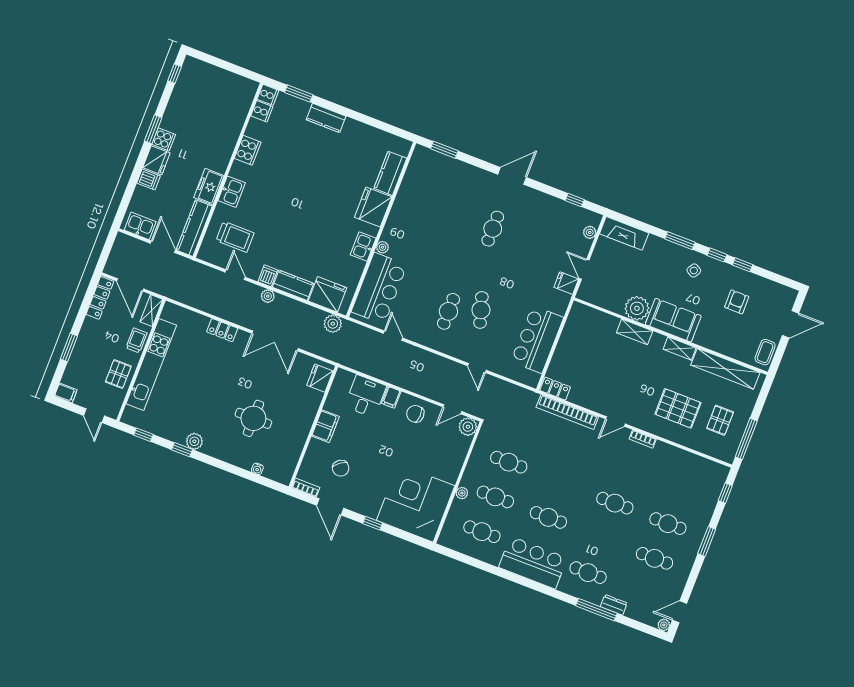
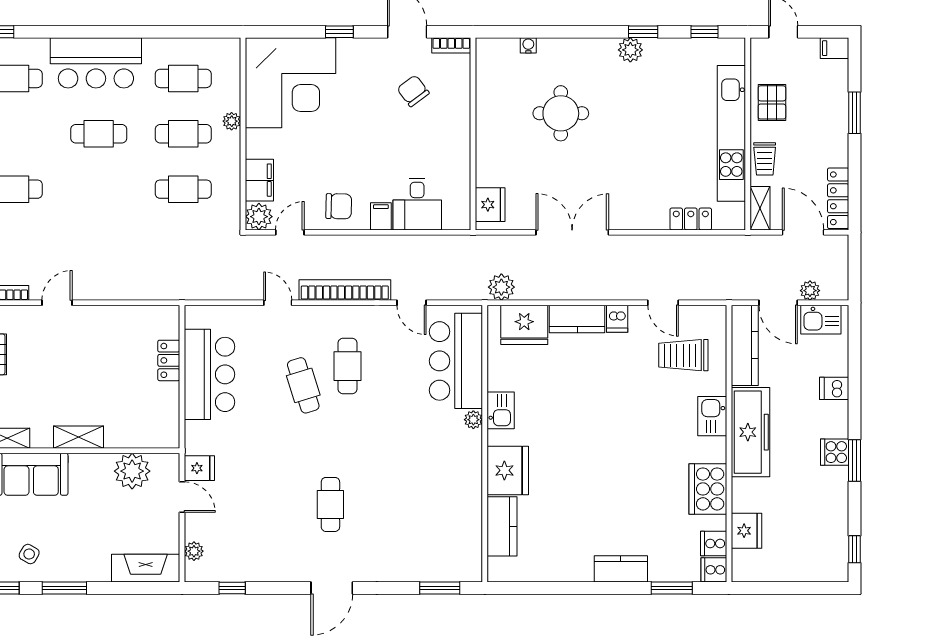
cooker: (248, 150) -> (708, 489), width x1.37, depth x1.31
fridge: (156, 160) -> (746, 531), moved, turned 180
freezer: (209, 187) -> (750, 432), width x1.91, depth x1.26
plant: (268, 296) -> (810, 291), moved
plant: (637, 308) -> (132, 471), moved
locker: (222, 330) -> (691, 219), moved
locker: (555, 389) -> (169, 360), moved, turned 90
bookcase: (567, 412) -> (345, 290), moved
filing cabinet: (325, 426) -> (259, 180), moved, turned 180

